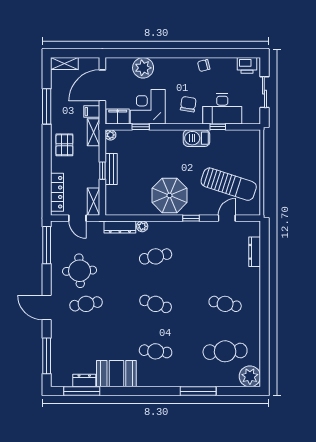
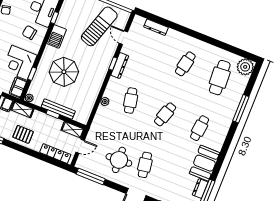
bench: (111, 169) -> (58, 109), width x1.36
parasol: (170, 195) -> (64, 72), moved
dresser: (120, 227) -> (120, 66), moved

